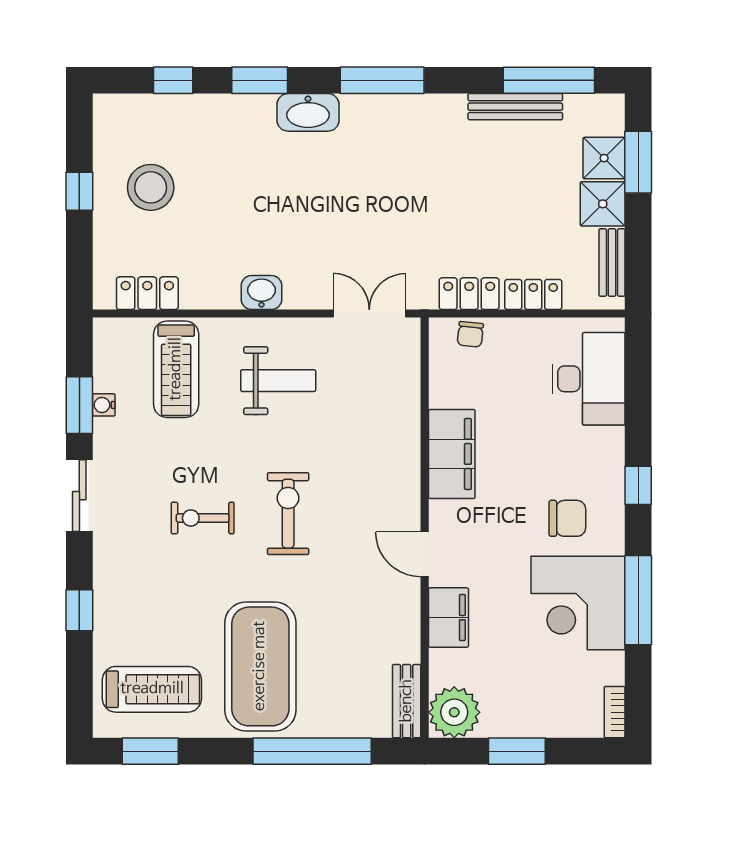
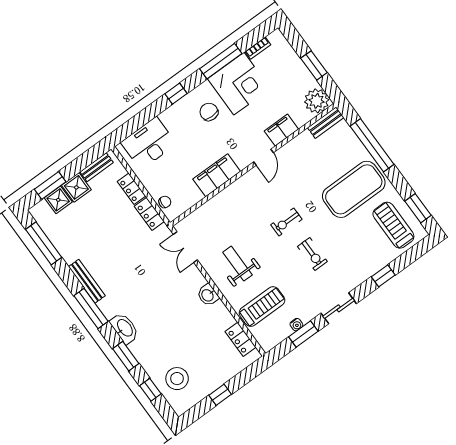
bench: (515, 107) -> (87, 281), moved
stool: (151, 187) -> (177, 379), moved
exercise bike: (288, 514) -> (286, 222), width x0.73, depth x0.72
bookcase: (615, 712) -> (258, 48), moved

